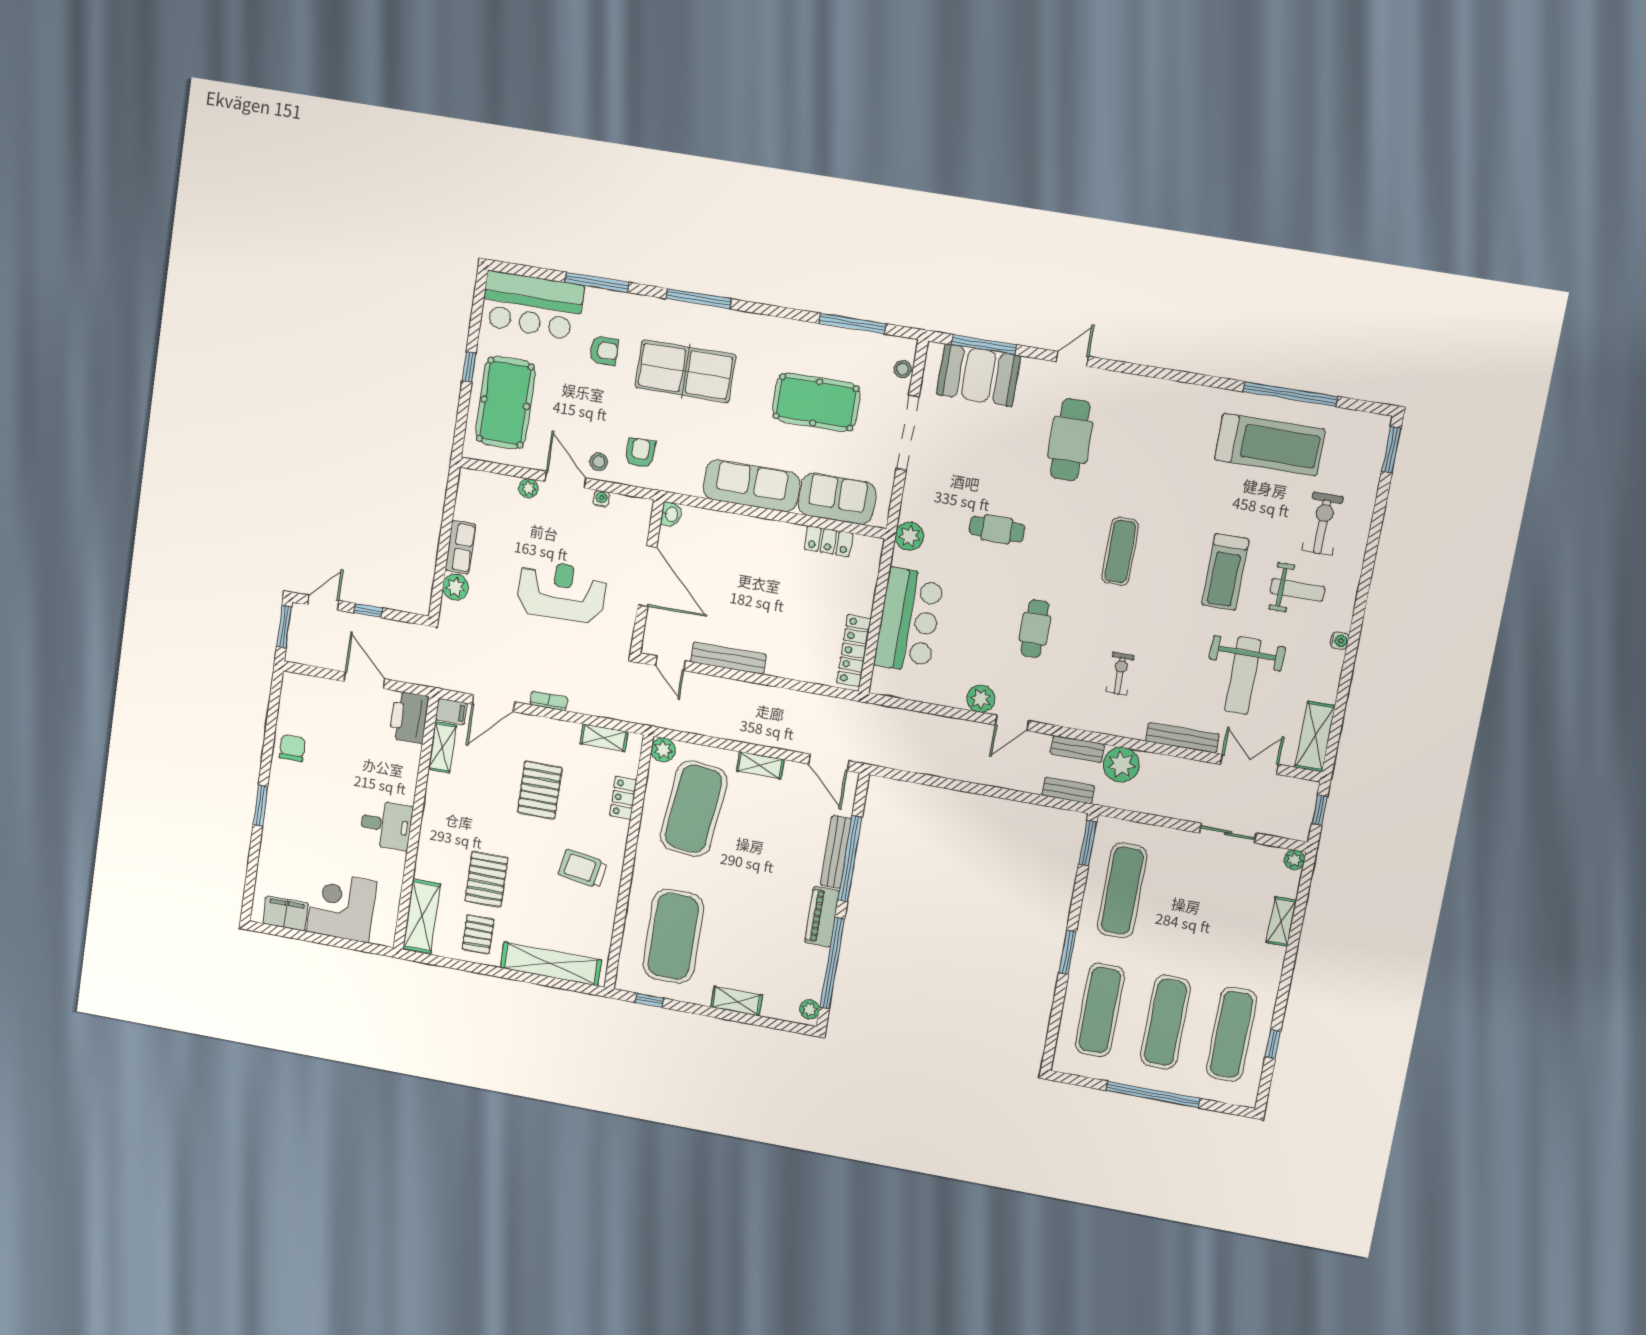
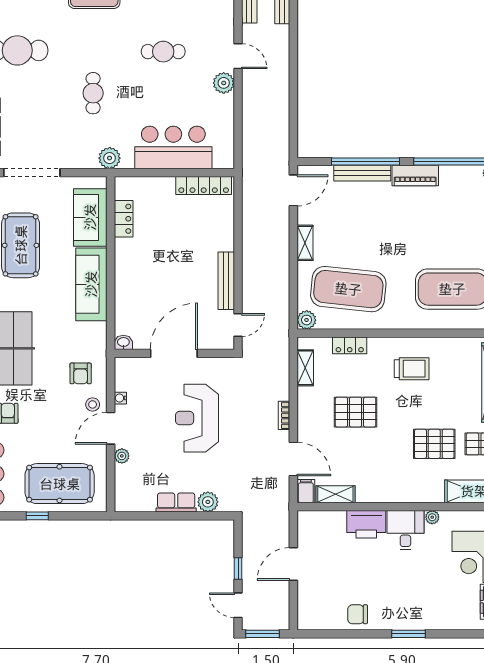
armchair: (640, 453) -> (81, 373), turned -90
printer: (409, 717) -> (366, 524), moved
plant: (397, 860) -> (432, 517), added
trolley: (583, 869) -> (412, 369), turned -99

